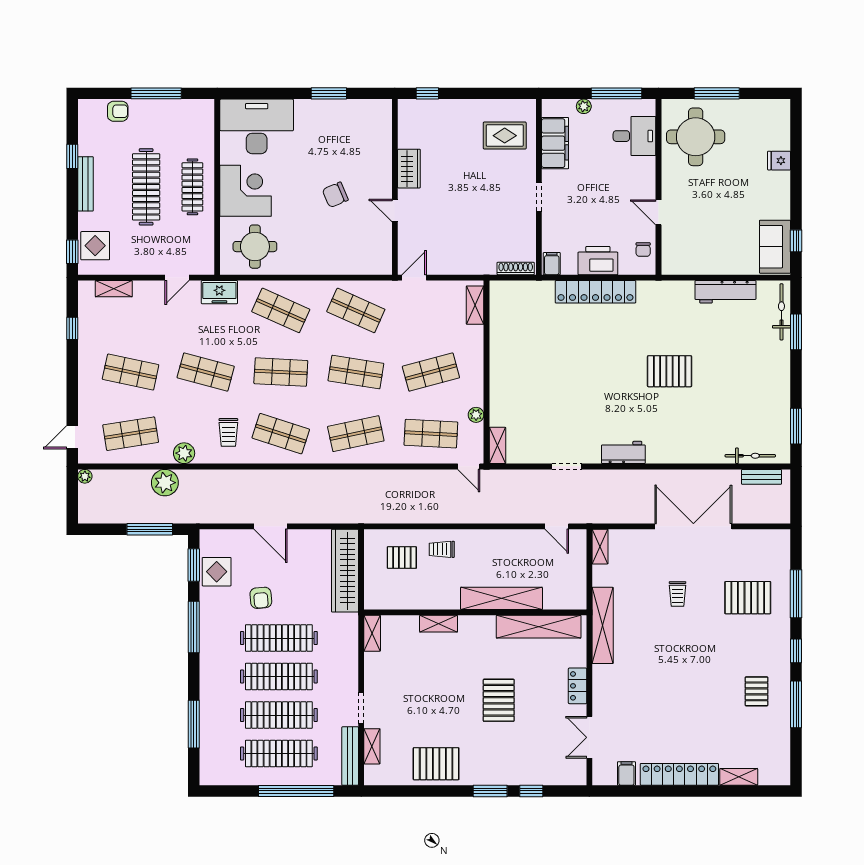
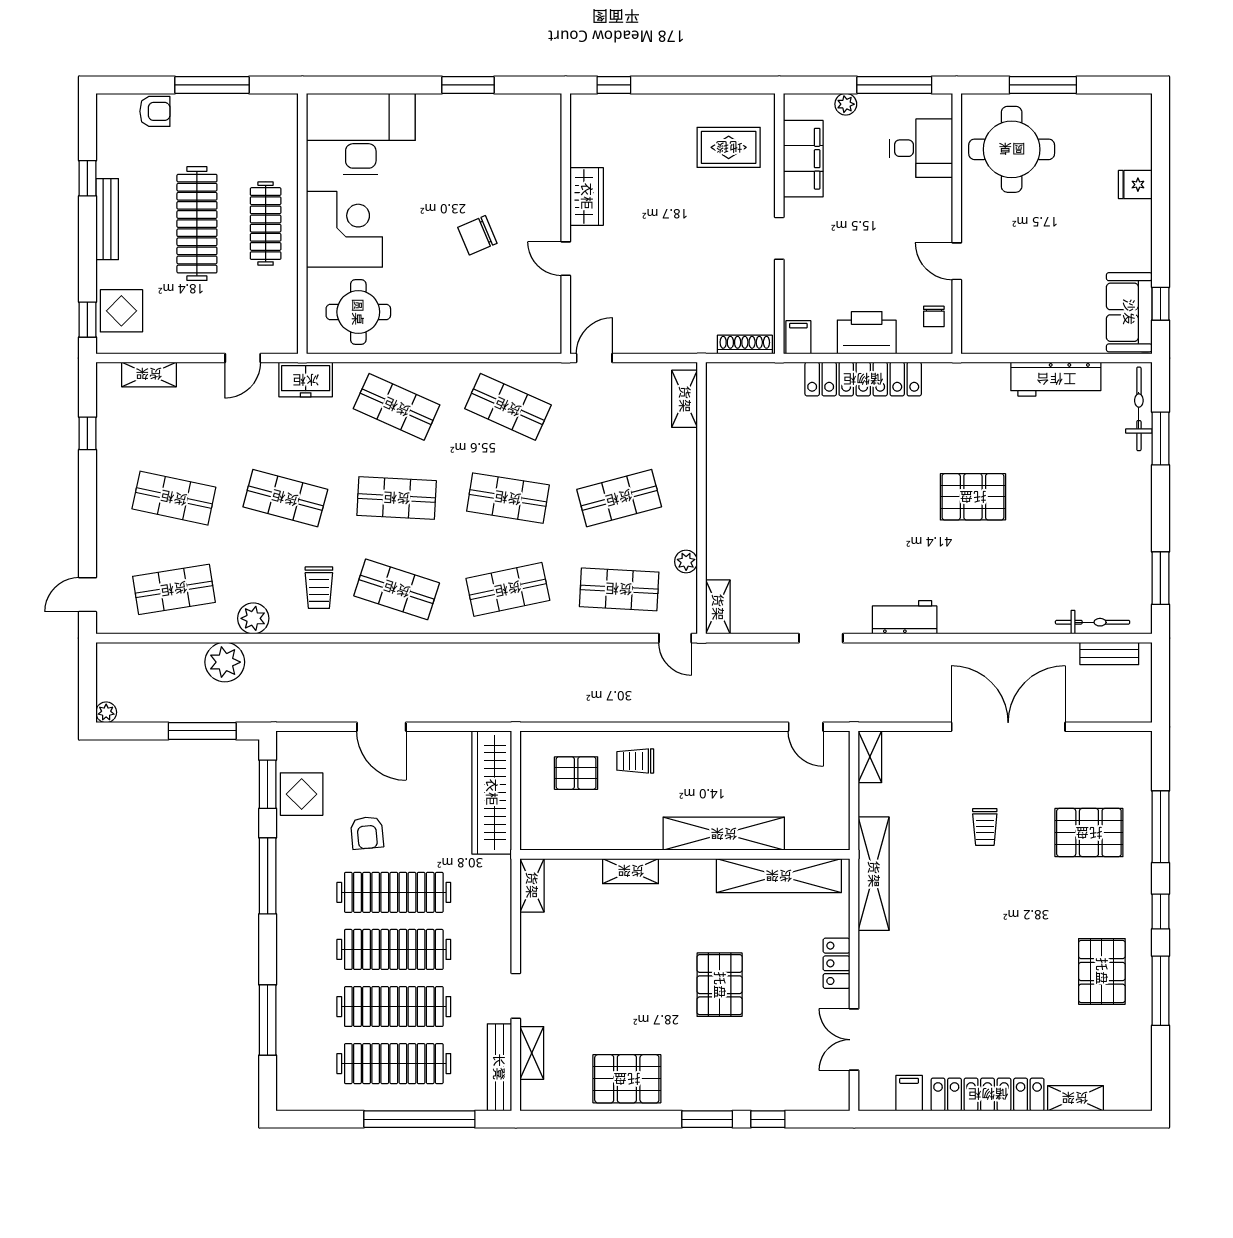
plant: (85, 476) -> (106, 712), moved
pallet: (757, 691) -> (1102, 971), width x1.50, depth x1.42

